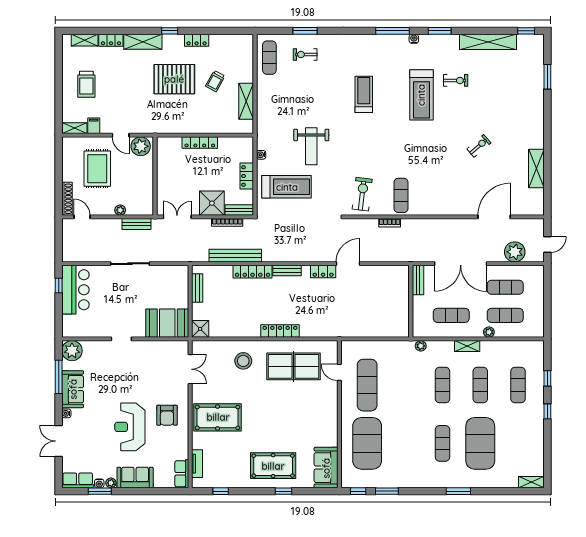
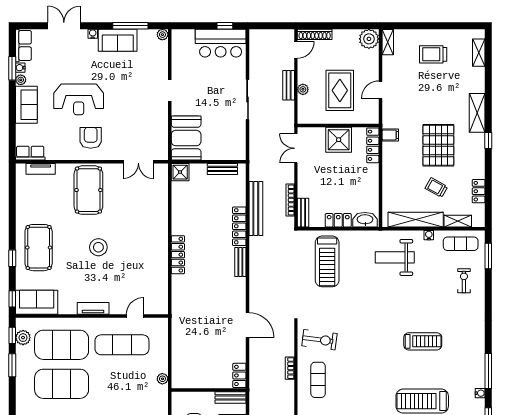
window: (305, 31) -> (488, 256), moved
locker: (111, 40) -> (479, 80), removed
locker: (197, 40) -> (479, 191), moved
shelving: (248, 60) -> (458, 221), added
shelving: (246, 101) -> (416, 220), width x1.47
filing cabinet: (94, 126) -> (390, 135), moved
locker: (200, 143) -> (373, 145), moved
plant: (141, 146) -> (369, 39), moved
weight bench: (311, 146) -> (395, 257), moved
washbasin: (246, 150) -> (365, 220), added
water cooler: (261, 155) -> (429, 235), moved
rug: (97, 169) -> (340, 90), moved, turned 90
exercise mat: (401, 195) -> (318, 380), turned 90
shower: (212, 203) -> (339, 140), moved
double door: (177, 217) -> (296, 148), swing flipped
bench: (136, 224) -> (289, 85), moved
locker: (323, 272) -> (239, 375), moved
plant: (421, 346) -> (162, 379), moved
plant: (72, 351) -> (162, 35), width x0.53, depth x0.53
stool: (243, 361) -> (98, 247), moved
table tennis table: (293, 366) -> (141, 269), removed
tv unit: (332, 413) -> (93, 308), added
armchair: (167, 415) -> (91, 138), turned 90
reception desk: (130, 427) -> (79, 99), turned 180
exercise mat: (405, 443) -> (62, 384), added
plant: (360, 481) -> (23, 338), added
window: (221, 491) -> (12, 299), moved

